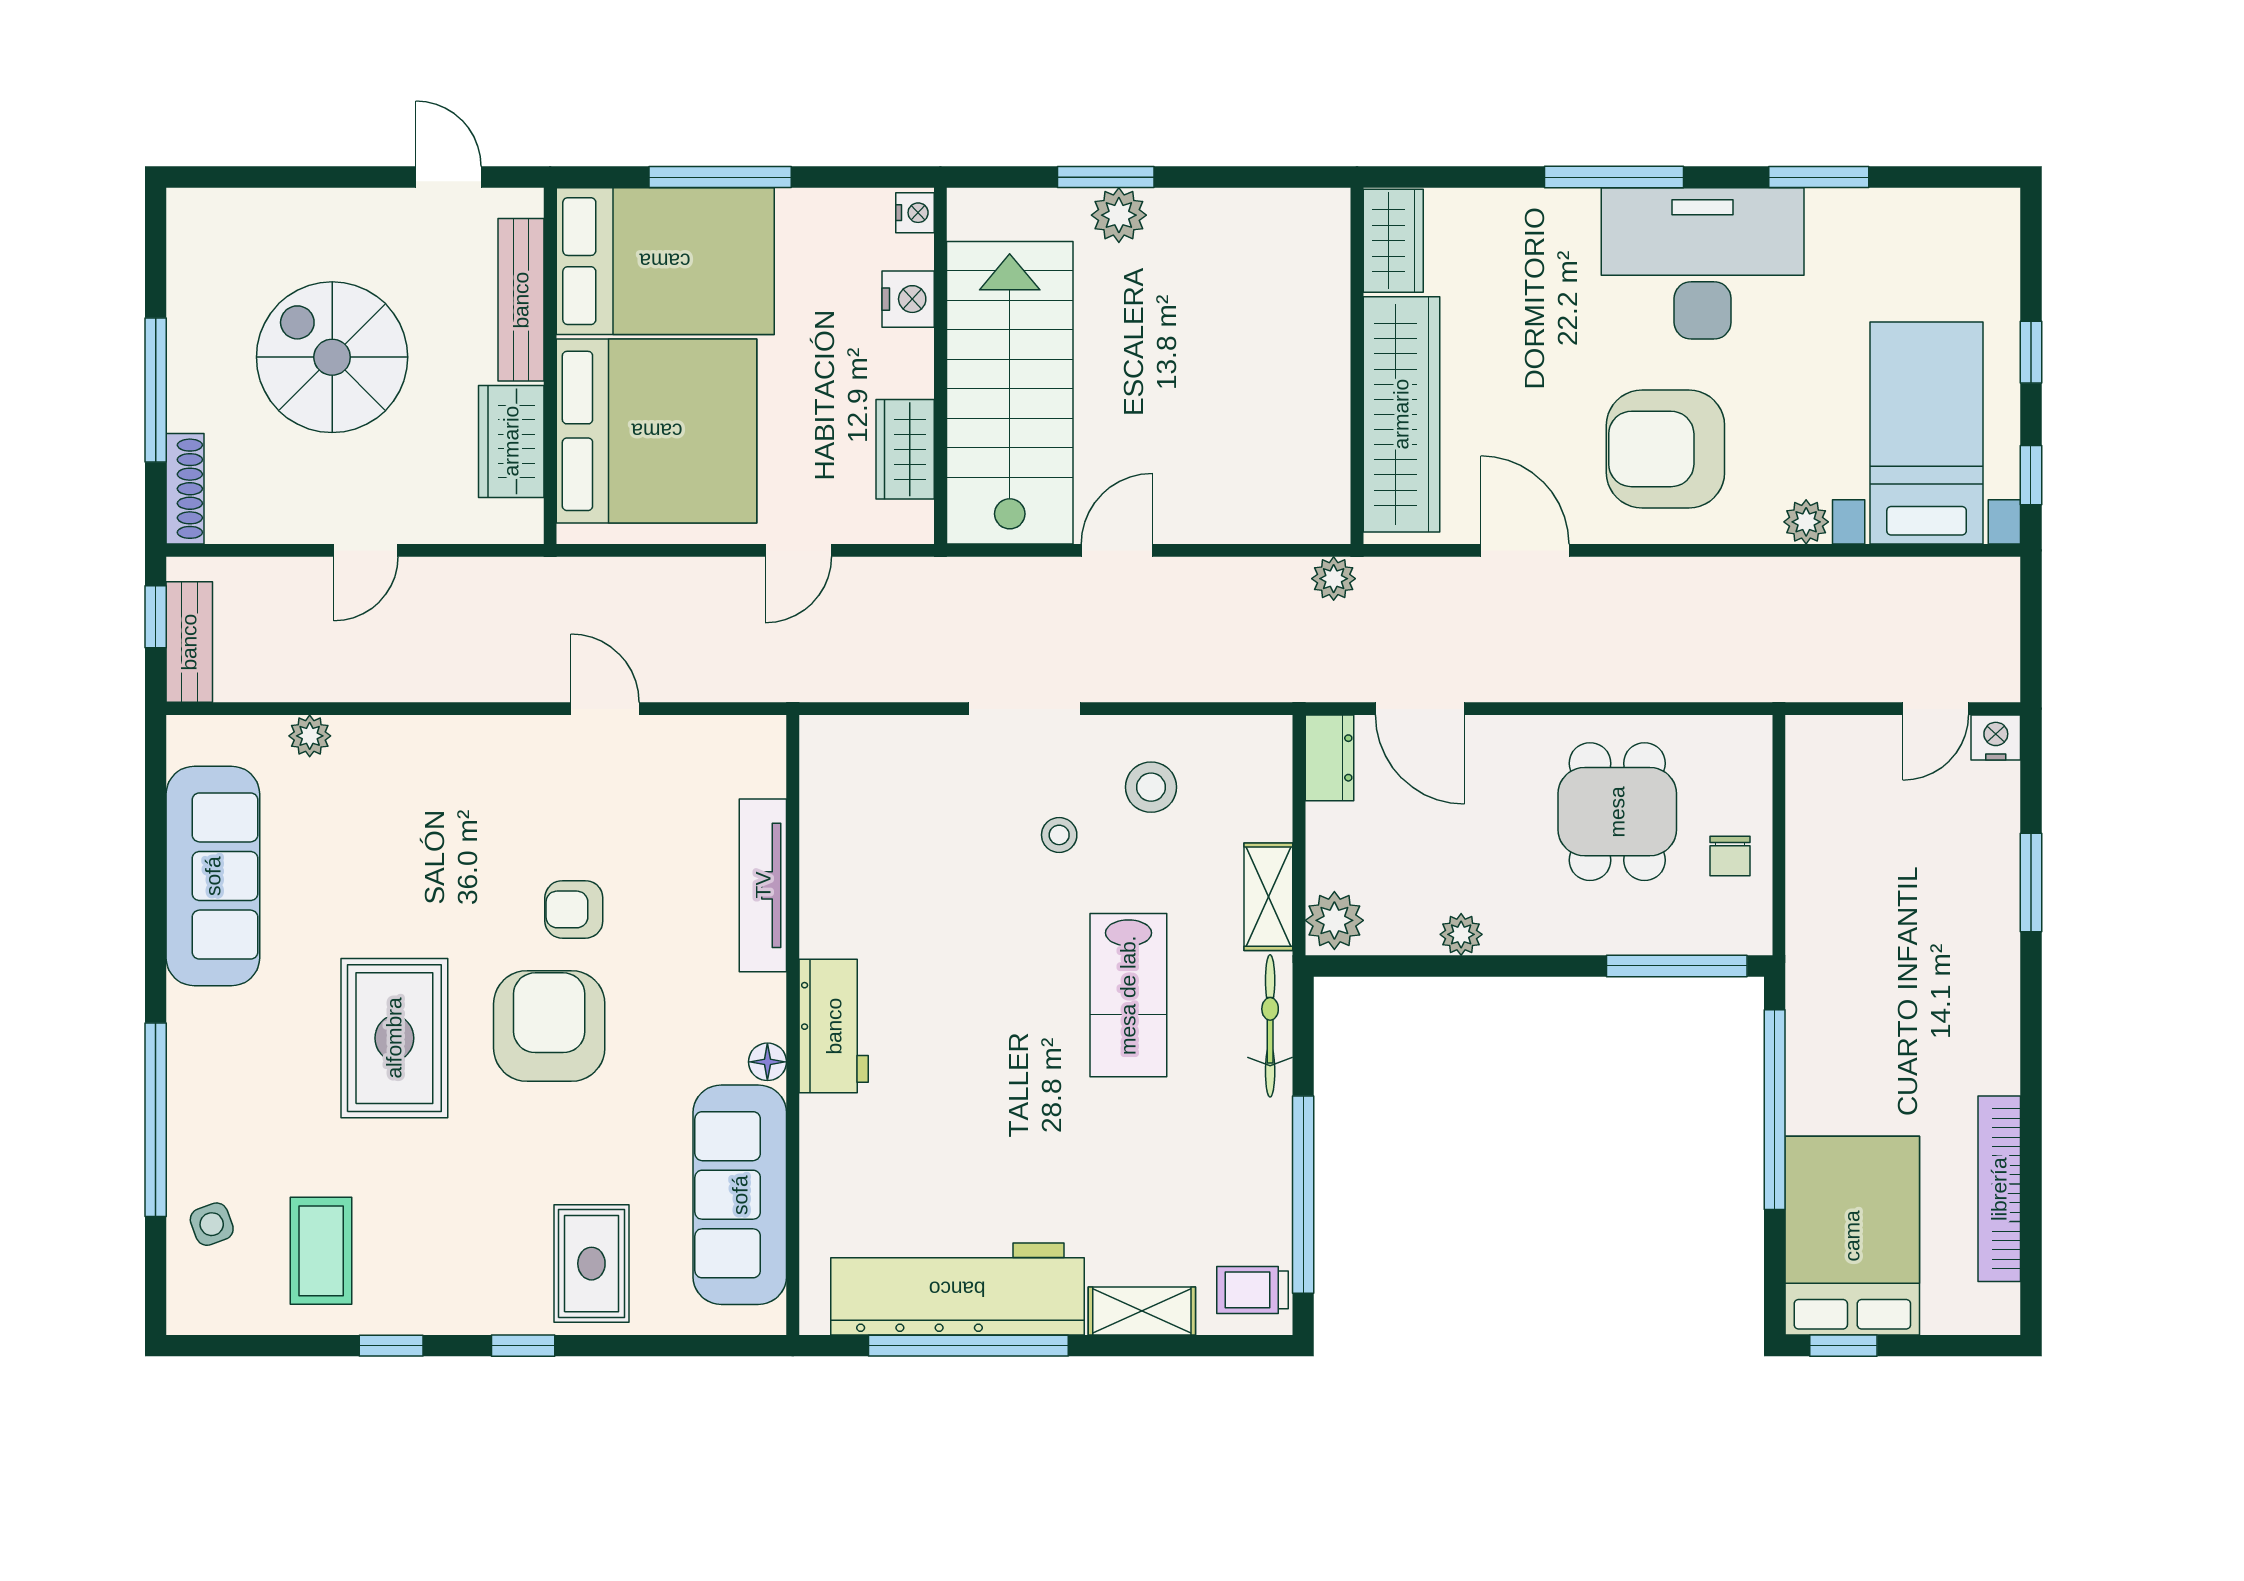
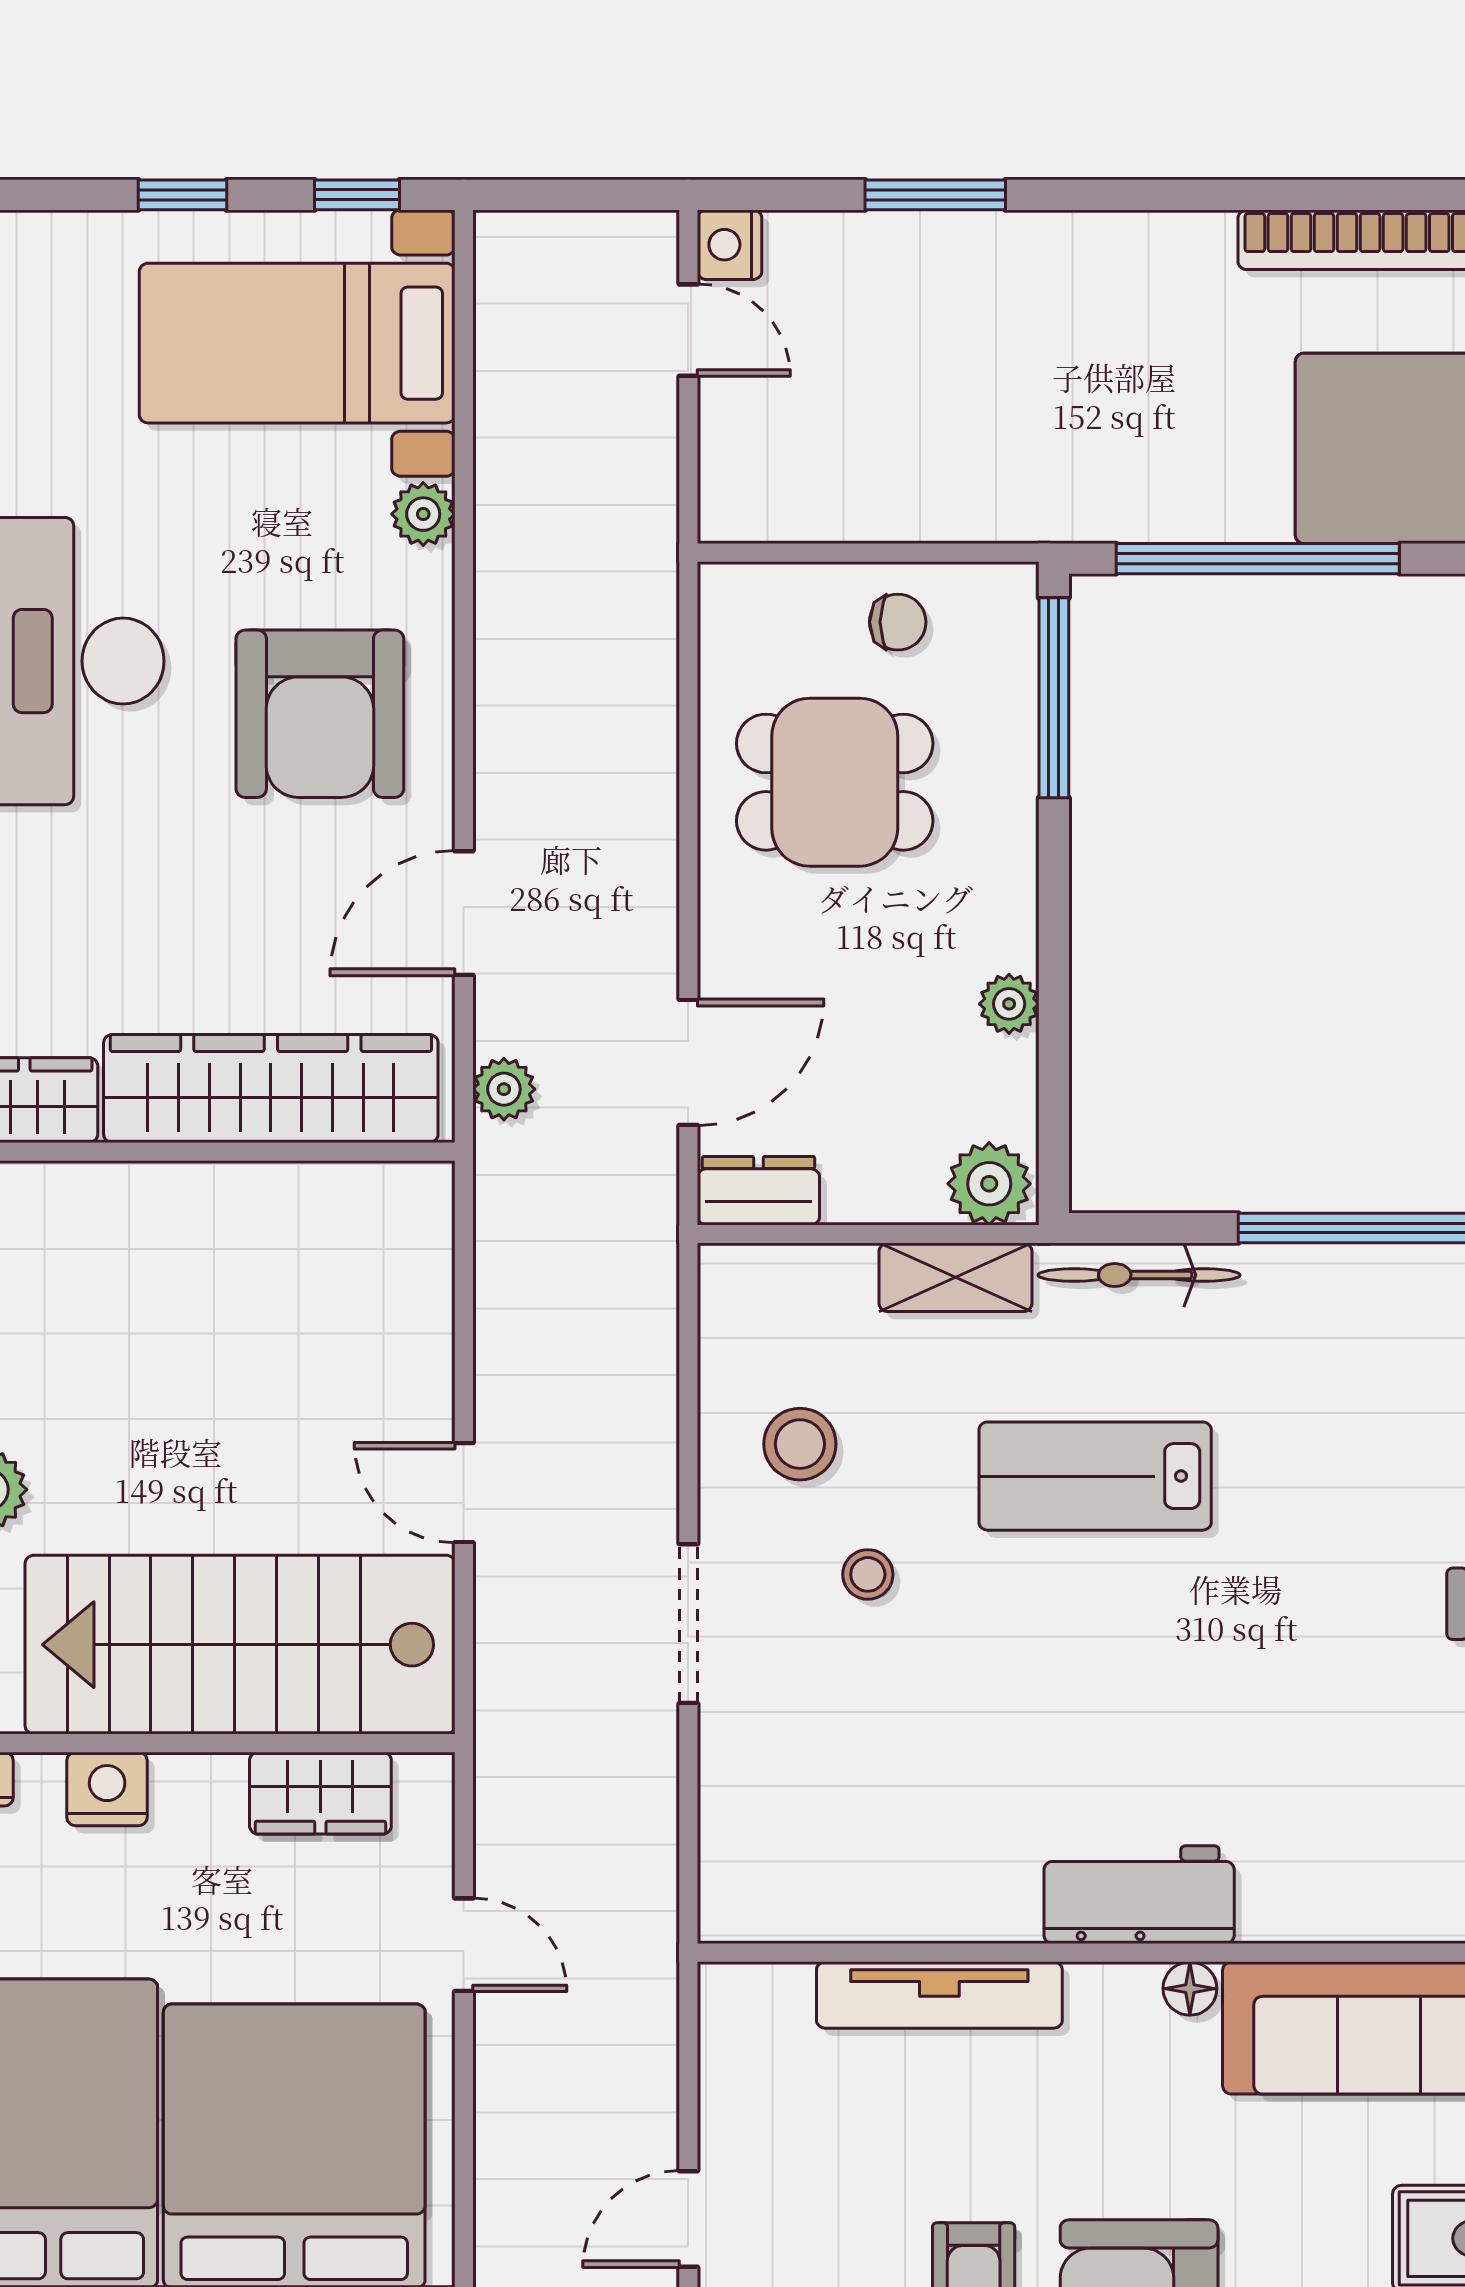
plant: (1334, 579) -> (504, 1089), moved
lab bench: (1128, 995) -> (1095, 1476), turned 180

